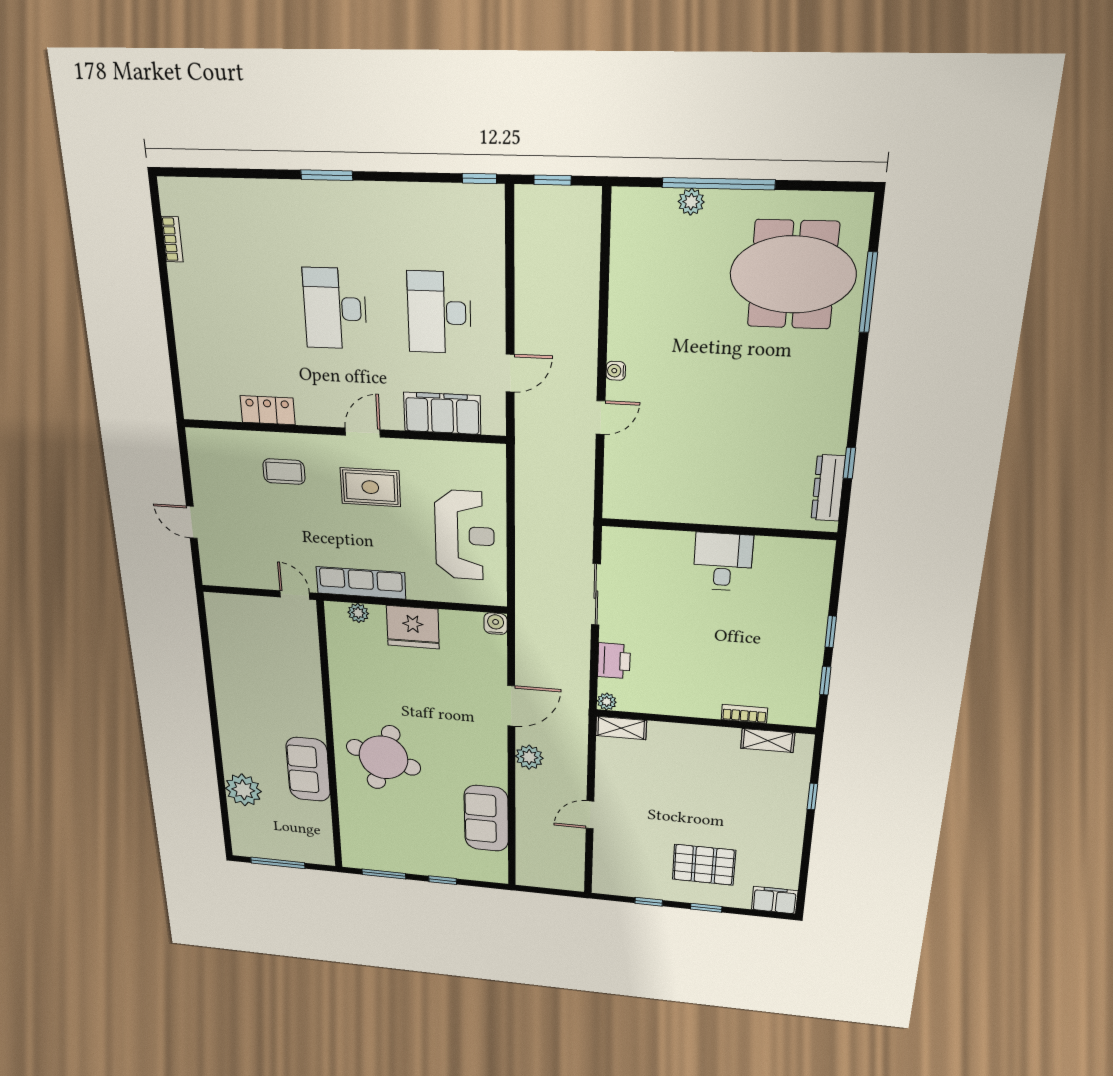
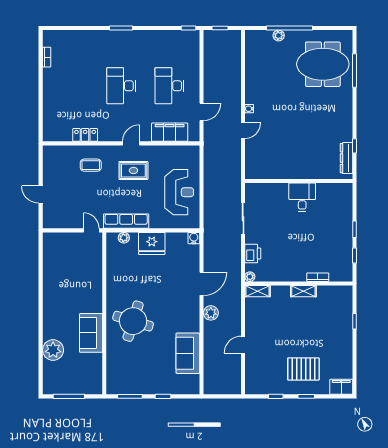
shelving: (768, 741) -> (303, 291), moved

